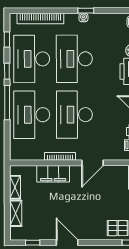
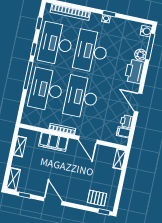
door: (92, 163) -> (88, 140), hinge flipped
shelving: (16, 213) -> (13, 179), moved

